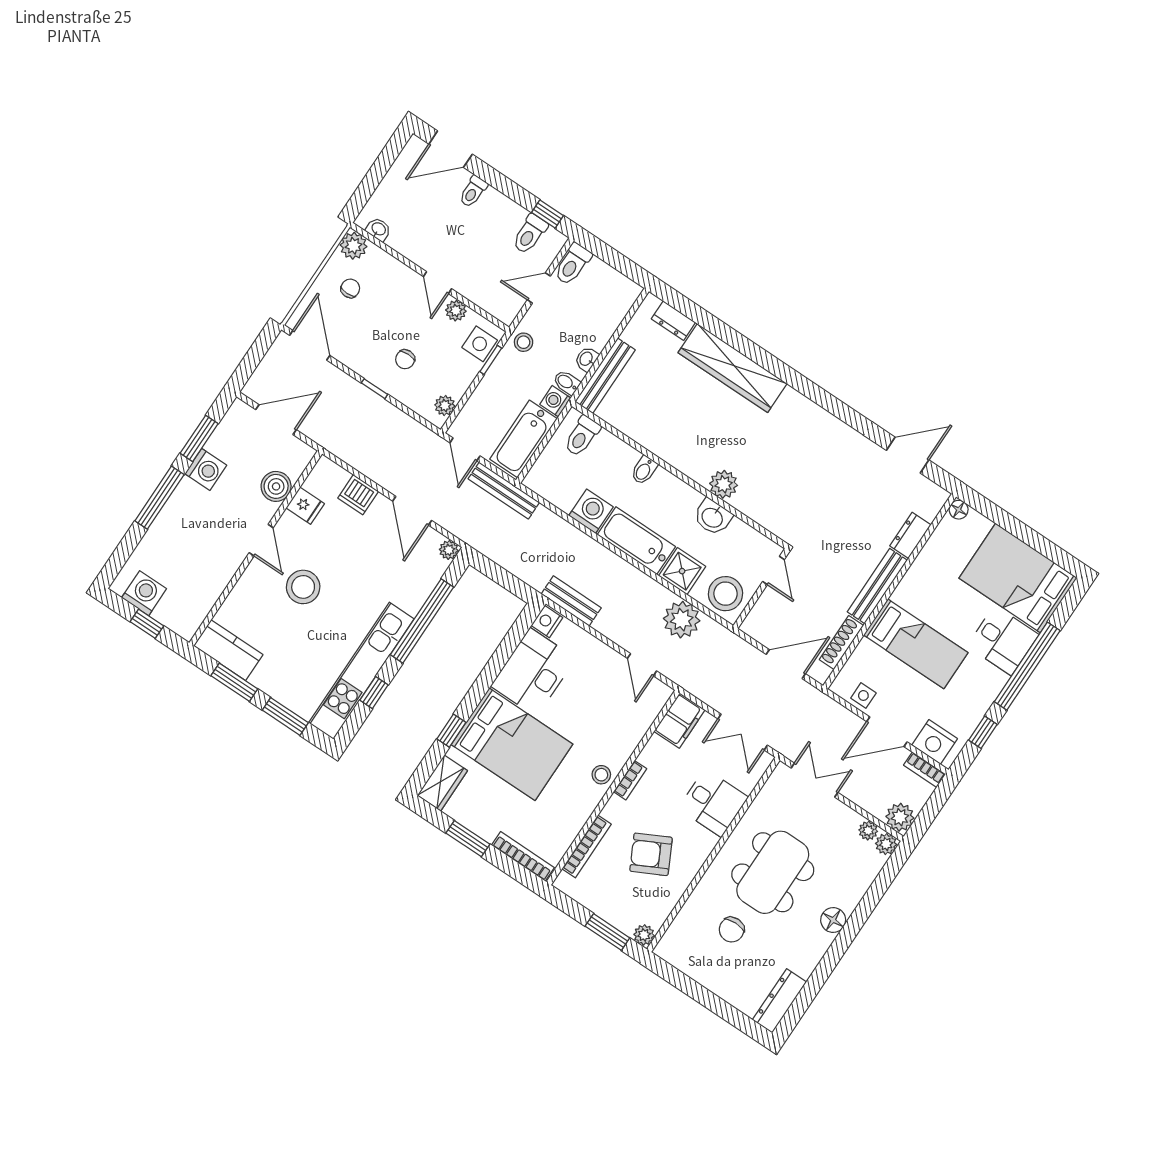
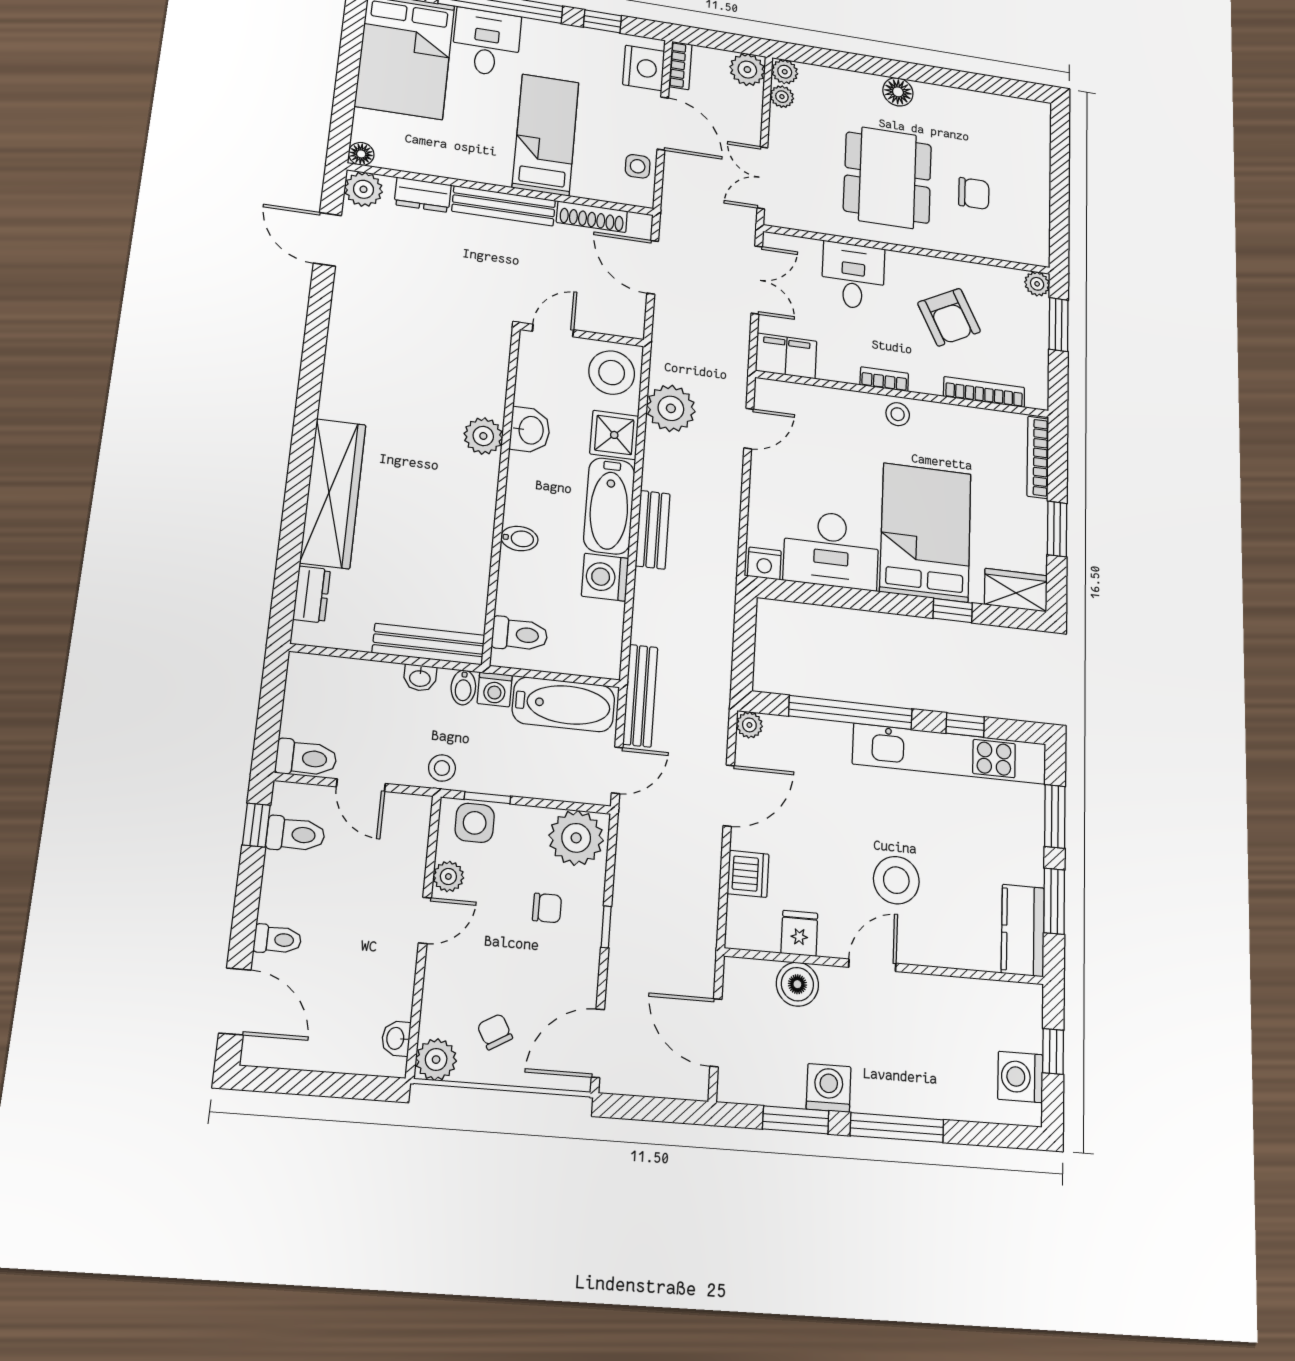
chair: (350, 288) -> (495, 1032), turned 60
plant: (445, 406) -> (576, 838), width x1.88, depth x1.88
plant: (932, 498) -> (363, 189), added
bench: (571, 601) -> (653, 530), moved
dining table: (773, 872) -> (888, 178), turned 90
dresser: (779, 1001) -> (1015, 110), removed

